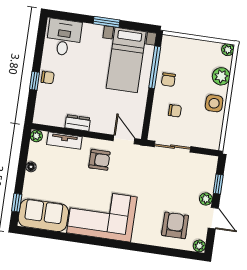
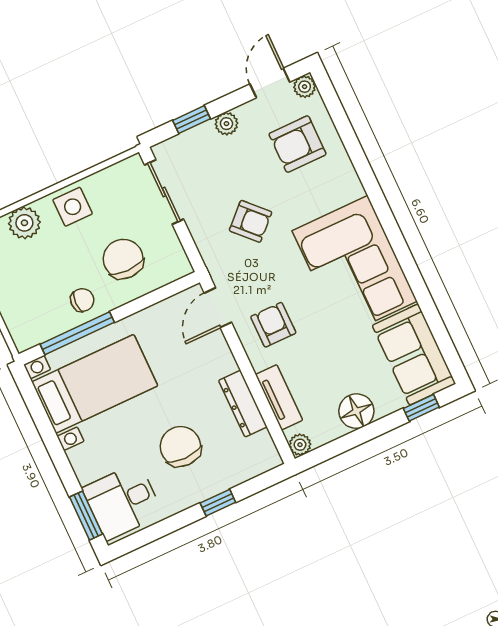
window: (107, 22) -> (86, 516), moved
chair: (48, 77) -> (180, 446), moved, width x1.87, depth x1.87
chair: (175, 111) -> (123, 259), width x1.87, depth x1.87
dresser: (78, 123) -> (243, 404), width x1.44
sliding door: (172, 147) -> (164, 192), moved
floor lamp: (31, 167) -> (356, 411), width x1.89, depth x1.89
armchair: (154, 181) -> (251, 221), added
door: (213, 218) -> (270, 83), moved

